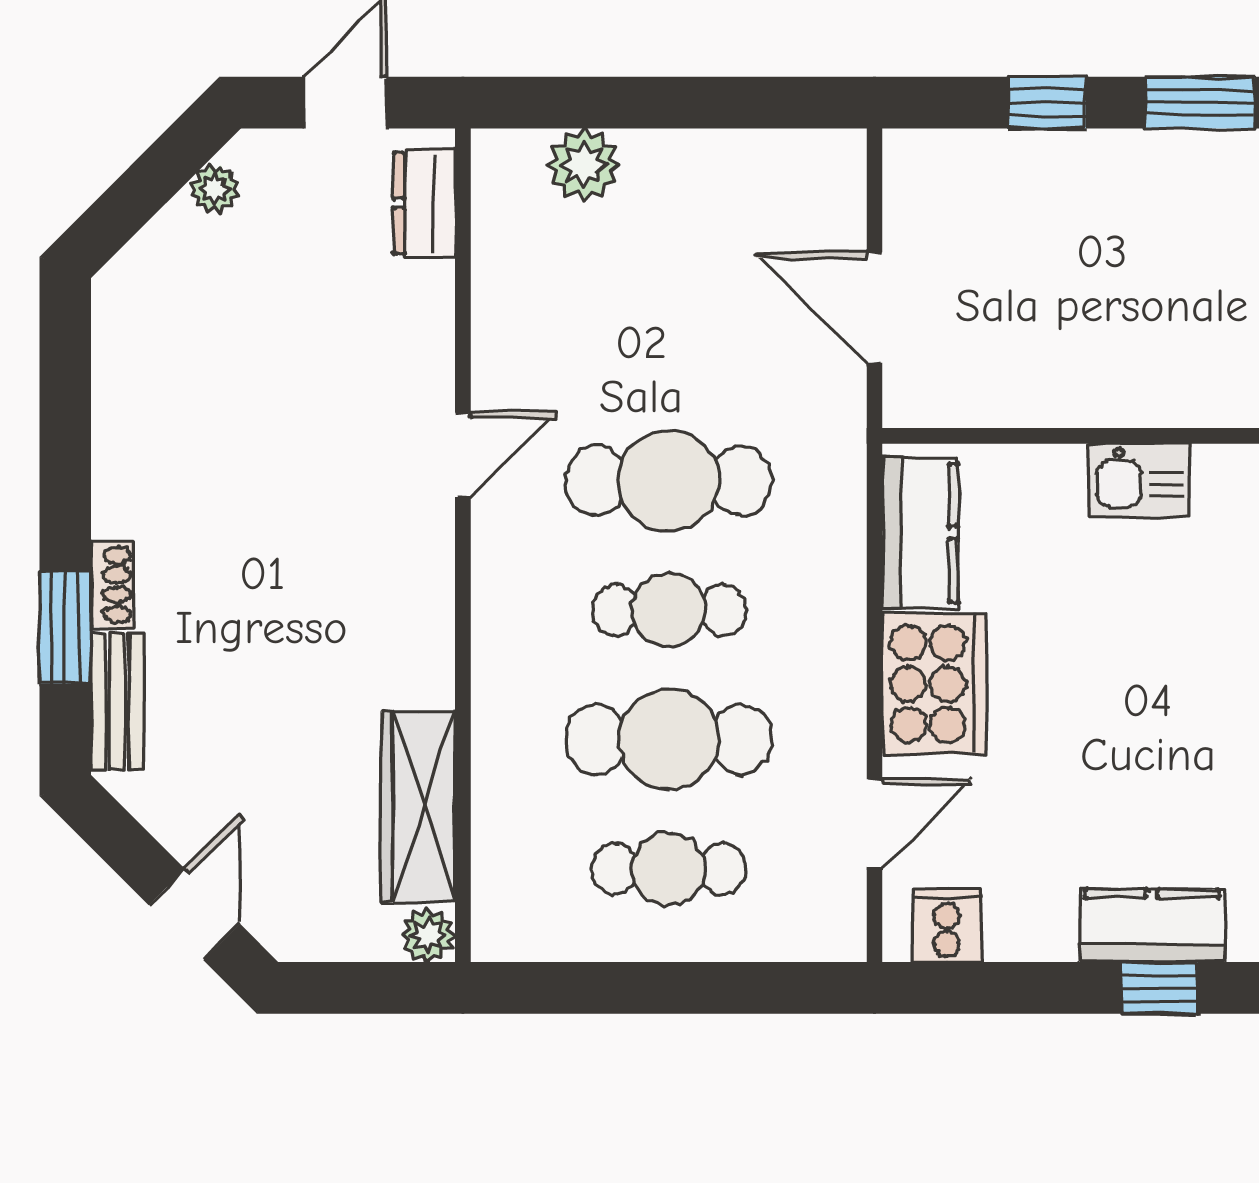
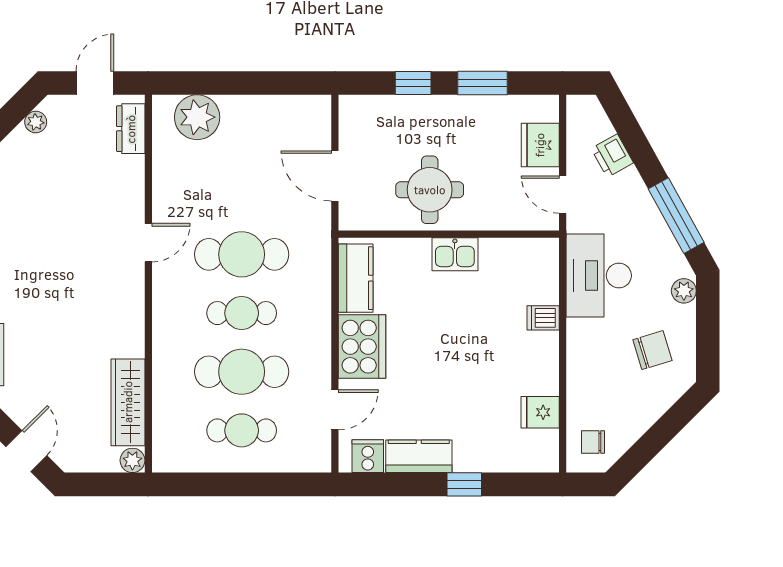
plant: (584, 165) -> (197, 117), width x1.36, depth x1.36
round table: (1083, 338) -> (430, 190), added
kitchen counter: (1152, 926) -> (419, 456), moved

